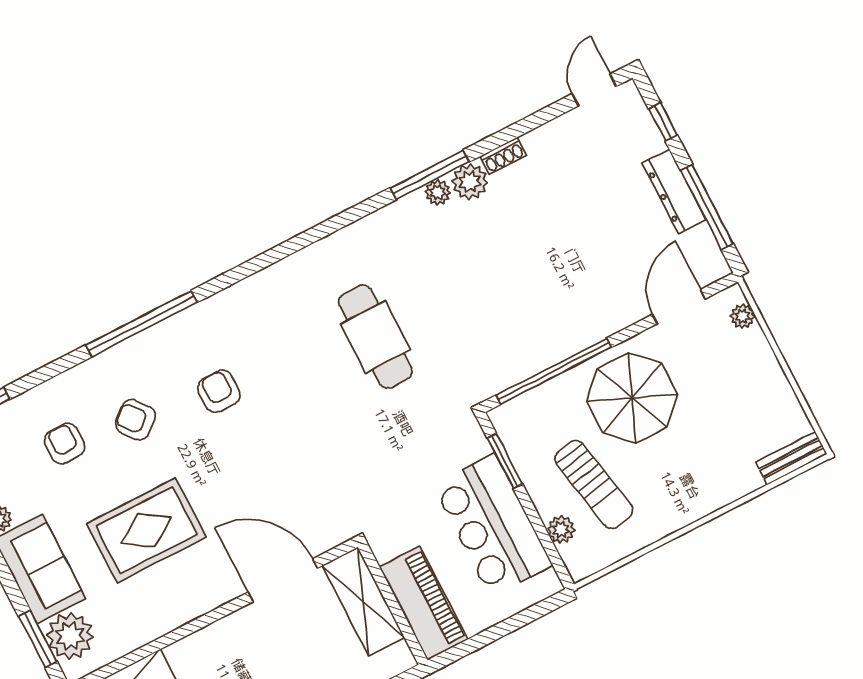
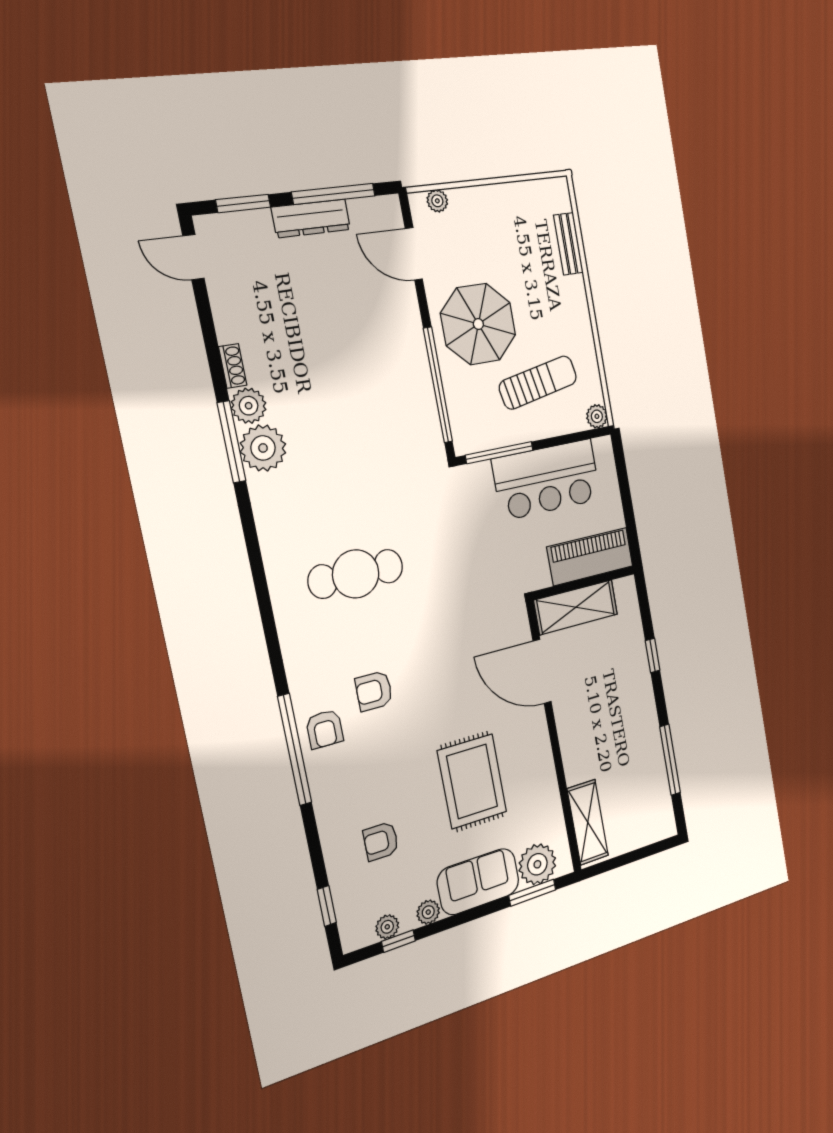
window: (663, 122) -> (243, 203), width x1.50
plant: (438, 192) -> (263, 448), width x1.88, depth x1.88
cafe table: (375, 337) -> (356, 574), moved
armchair: (135, 420) -> (325, 729), moved, turned -50
bench: (791, 458) -> (568, 244), moved
window: (505, 461) -> (499, 453), width x1.44
plant: (561, 530) -> (597, 416), moved
door: (283, 580) -> (542, 671), hinge flipped

